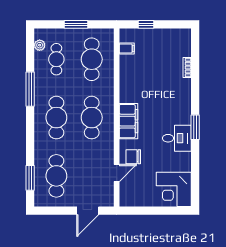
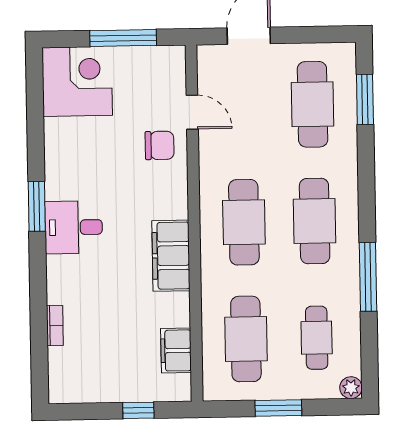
plant: (40, 45) -> (351, 388), moved
filing cabinet: (127, 48) -> (176, 350), width x2.00
filing cabinet: (128, 121) -> (171, 256), moved
desk: (177, 138) -> (74, 227), moved
door: (117, 173) -> (192, 112), swing flipped
window: (150, 211) -> (123, 38), added

